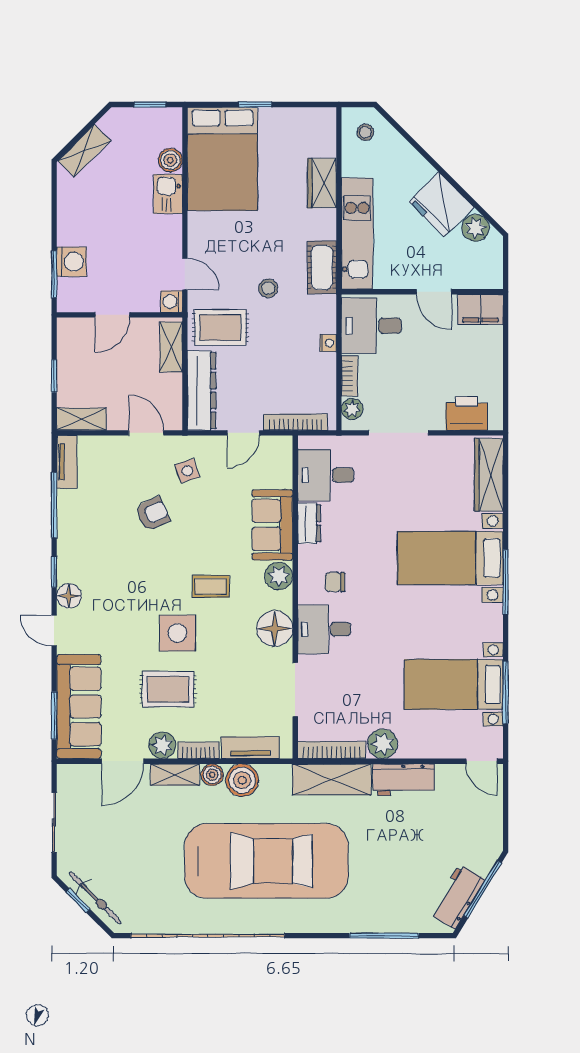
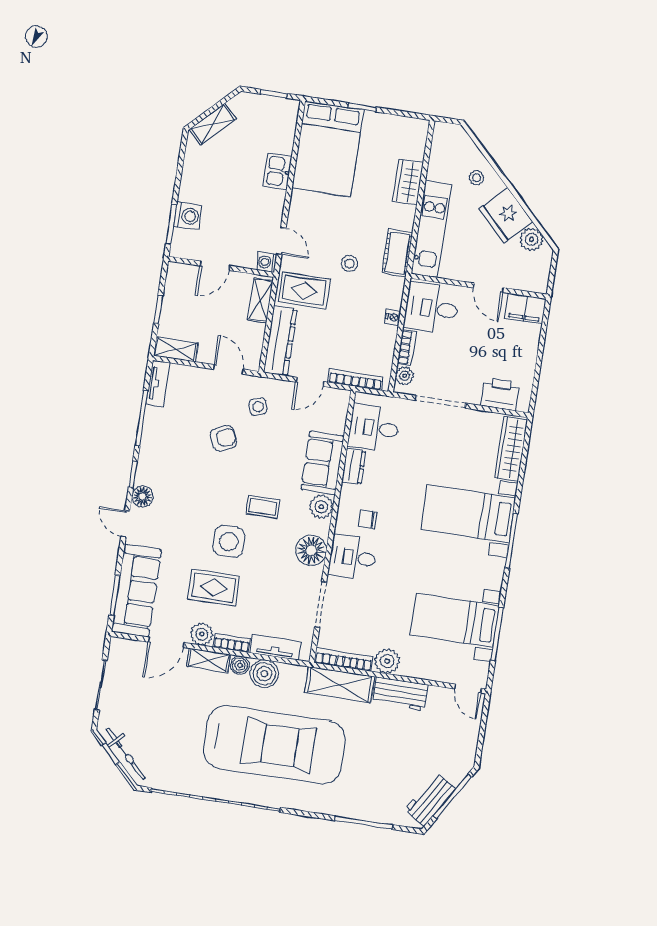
stool: (365, 132) -> (477, 178), moved
boiler: (170, 160) -> (284, 143), removed

